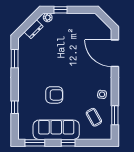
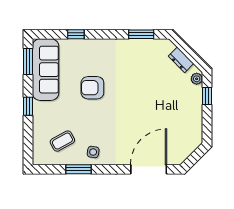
armchair: (54, 95) -> (92, 88), turned 90
window: (115, 115) -> (79, 169), moved
sofa: (56, 130) -> (46, 70), moved

